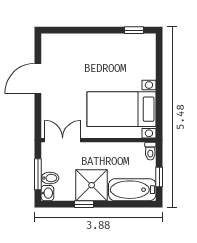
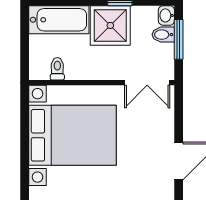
bed with nightstands: (121, 109) -> (72, 135), width x1.36
toilet: (150, 151) -> (57, 69), moved
window: (159, 177) -> (25, 36), removed

